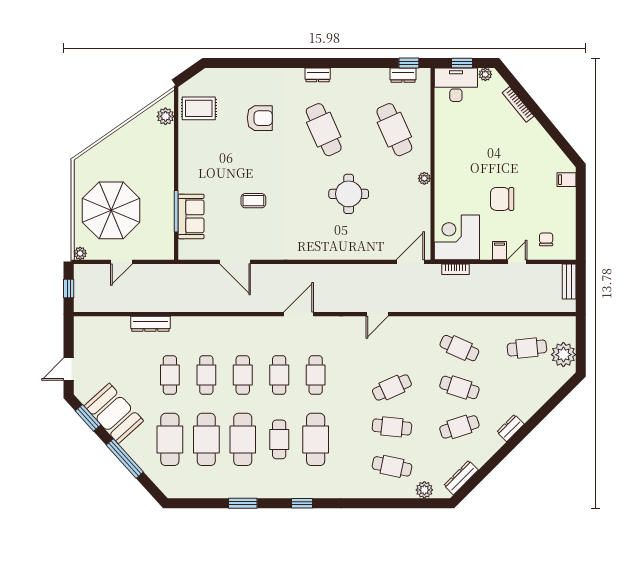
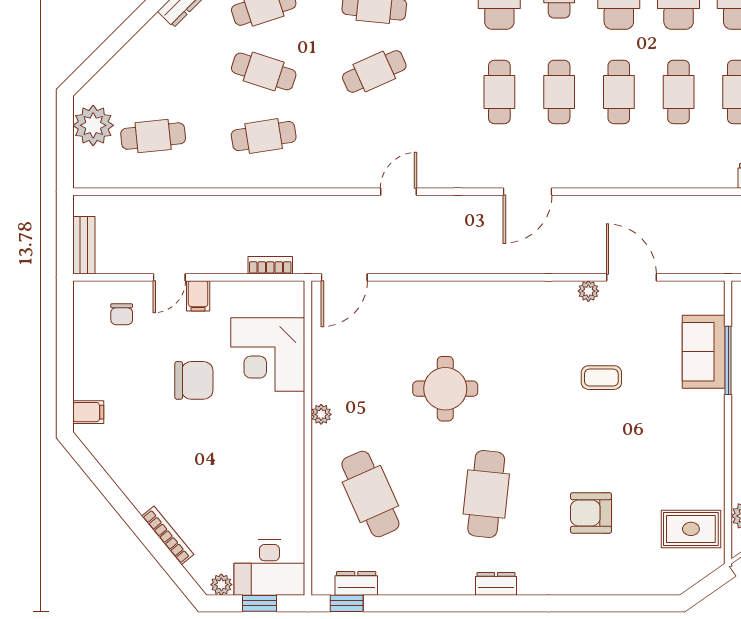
cafe table: (324, 130) -> (486, 494), turned 30
corner desk: (457, 237) -> (268, 355), moved, turned 90
plant: (261, 254) -> (588, 291), added
cafe table: (459, 348) -> (264, 136), turned -33

